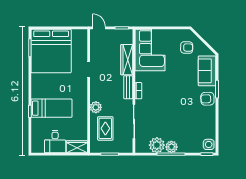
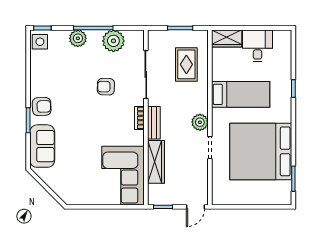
door: (99, 28) -> (195, 207), hinge flipped
armchair: (187, 47) -> (106, 87), moved
bed: (51, 51) -> (261, 151), moved, turned -90
plant: (96, 107) -> (200, 122), moved
bed: (52, 108) -> (241, 94), moved, turned 180
plant: (171, 147) -> (78, 38), moved

